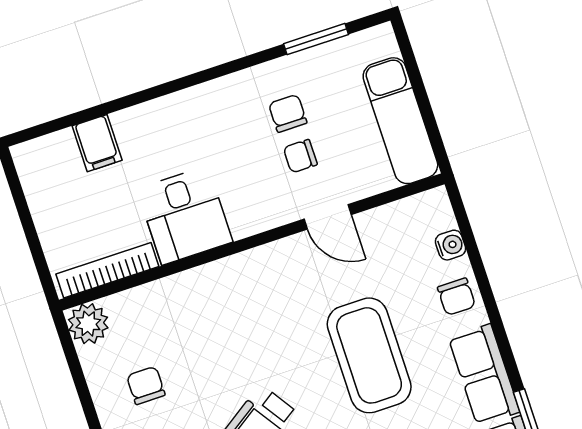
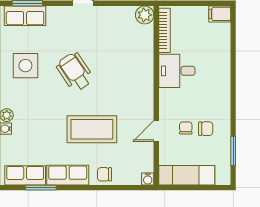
filing cabinet: (97, 143) -> (220, 14), moved
water cooler: (450, 245) -> (148, 179), moved
chair: (146, 385) -> (110, 31), removed

